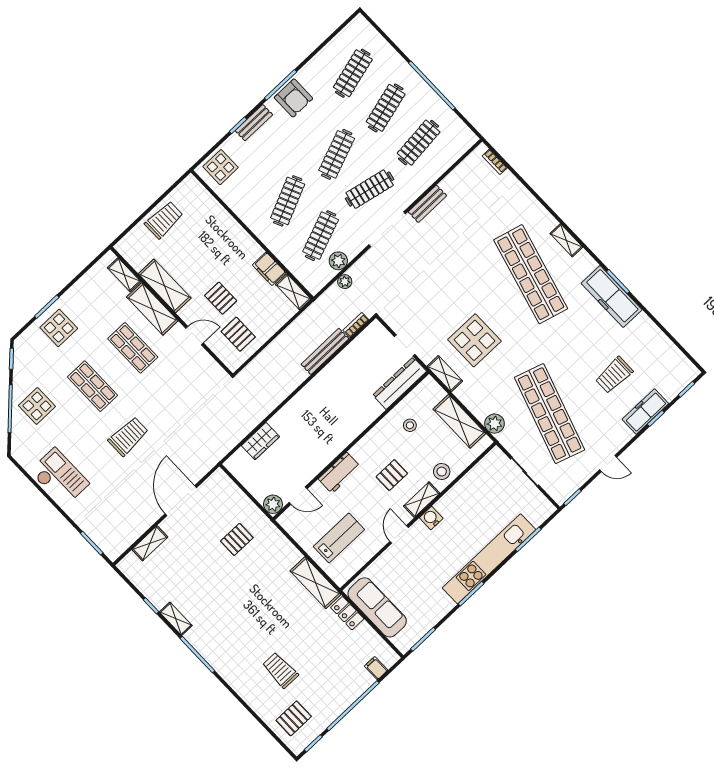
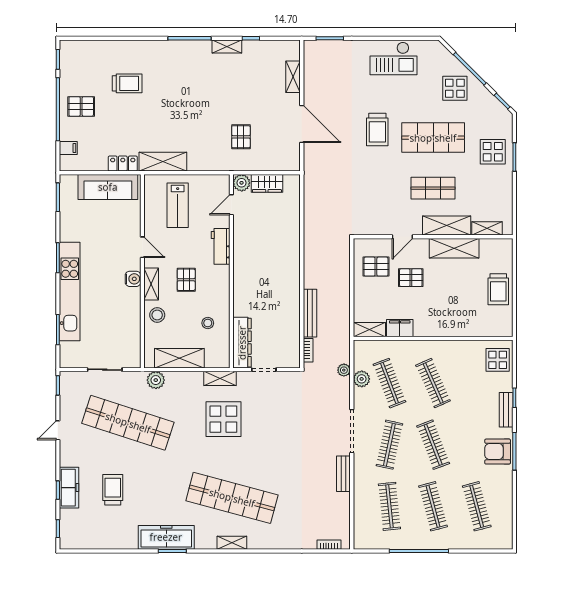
shop shelf: (93, 386) -> (433, 138), width x1.43, depth x1.36
wardrobe: (260, 441) -> (267, 183), moved, turned -90
pallet: (294, 718) -> (81, 106), moved, turned 90

